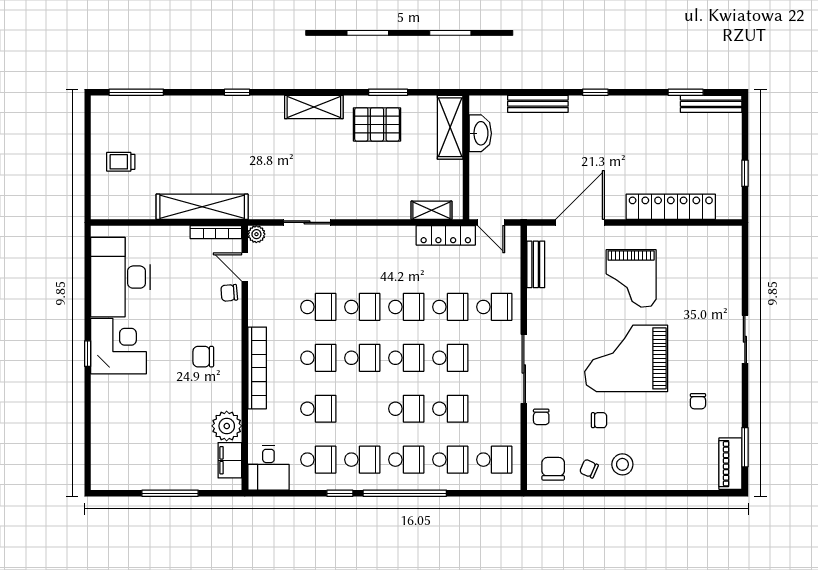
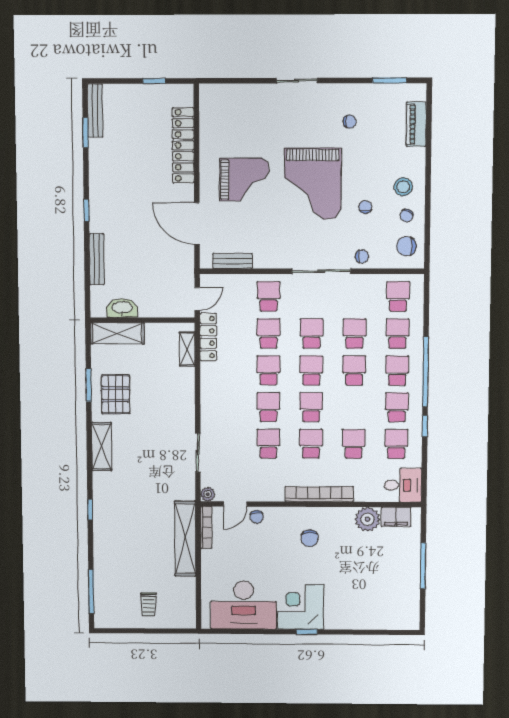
piano: (730, 464) -> (416, 124), moved, turned 90

